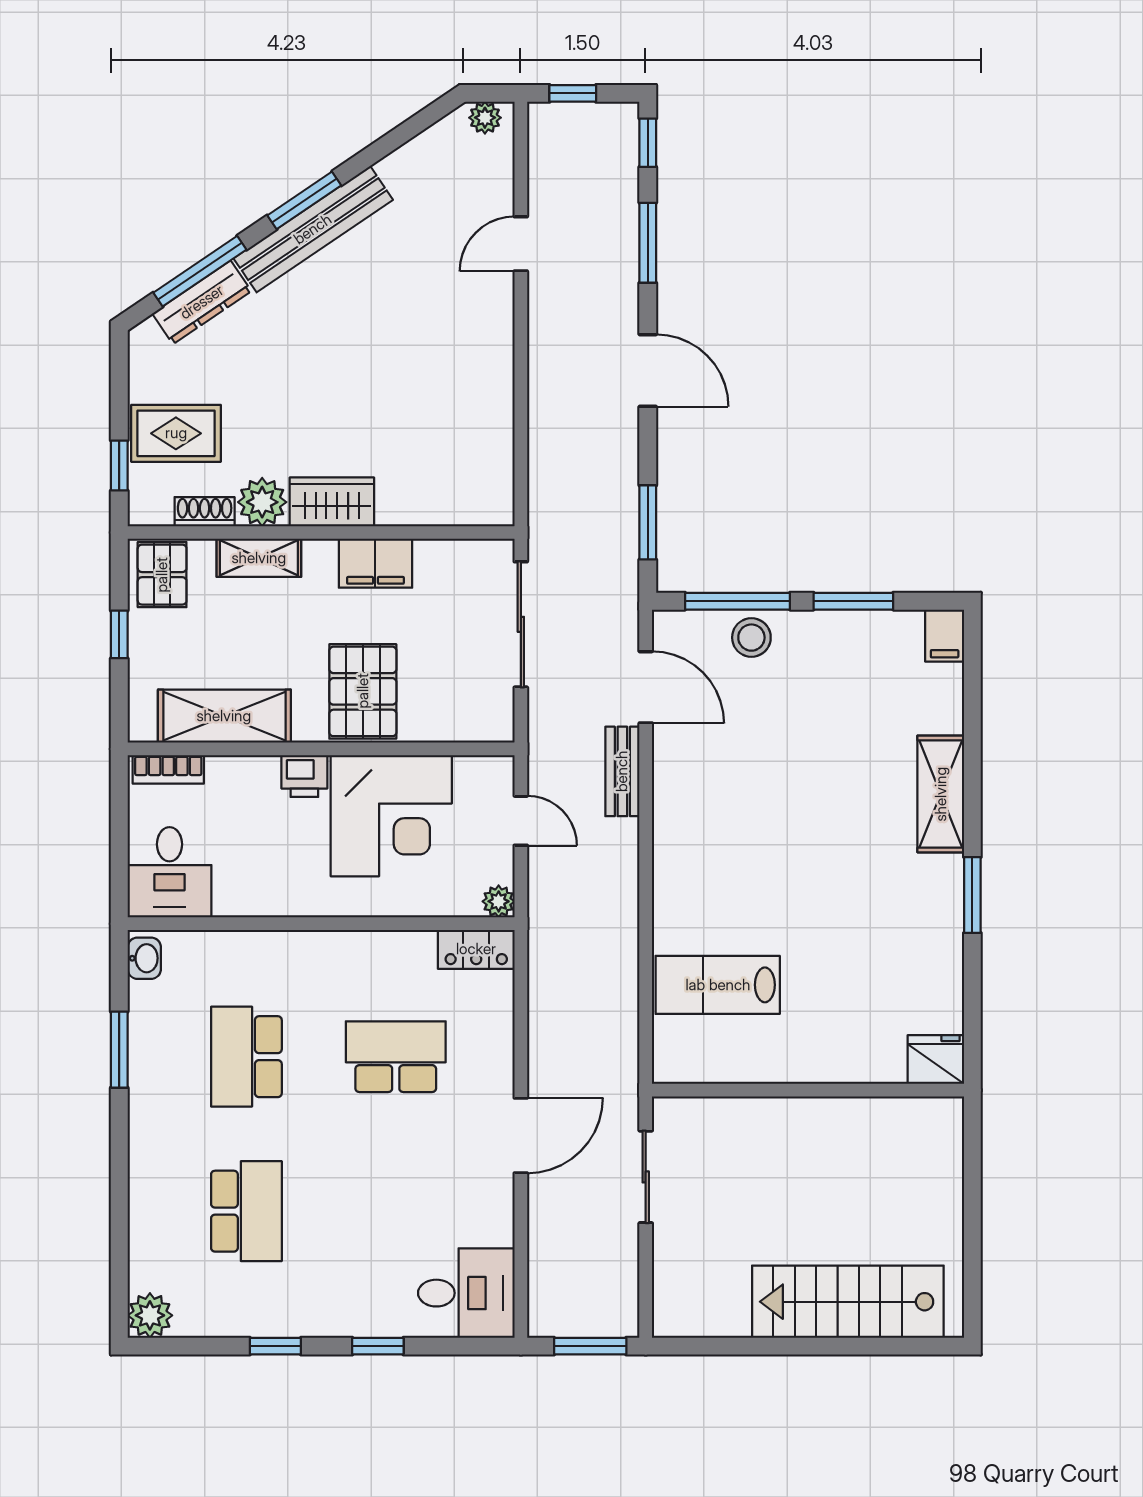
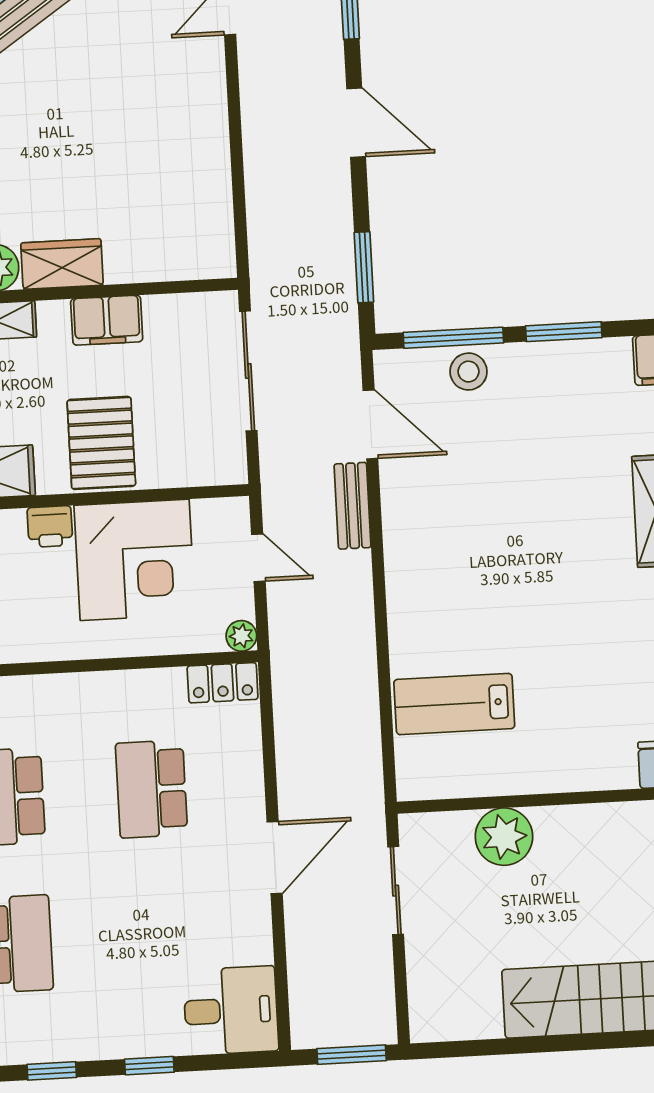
school desk: (396, 1057) -> (151, 789), turned -90
plant: (762, 1127) -> (504, 837), added

